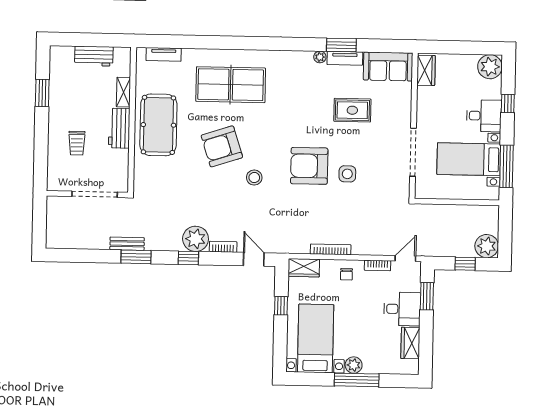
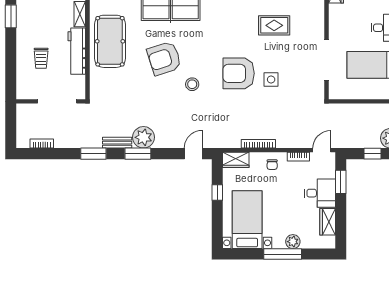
workbench: (119, 128) -> (77, 51), width x1.38
bench: (127, 244) -> (117, 143), moved
bookcase: (223, 247) -> (42, 144), moved
window: (188, 258) -> (138, 154), width x1.50
door: (254, 259) -> (193, 154), hinge flipped
plant: (354, 365) -> (293, 242), moved

